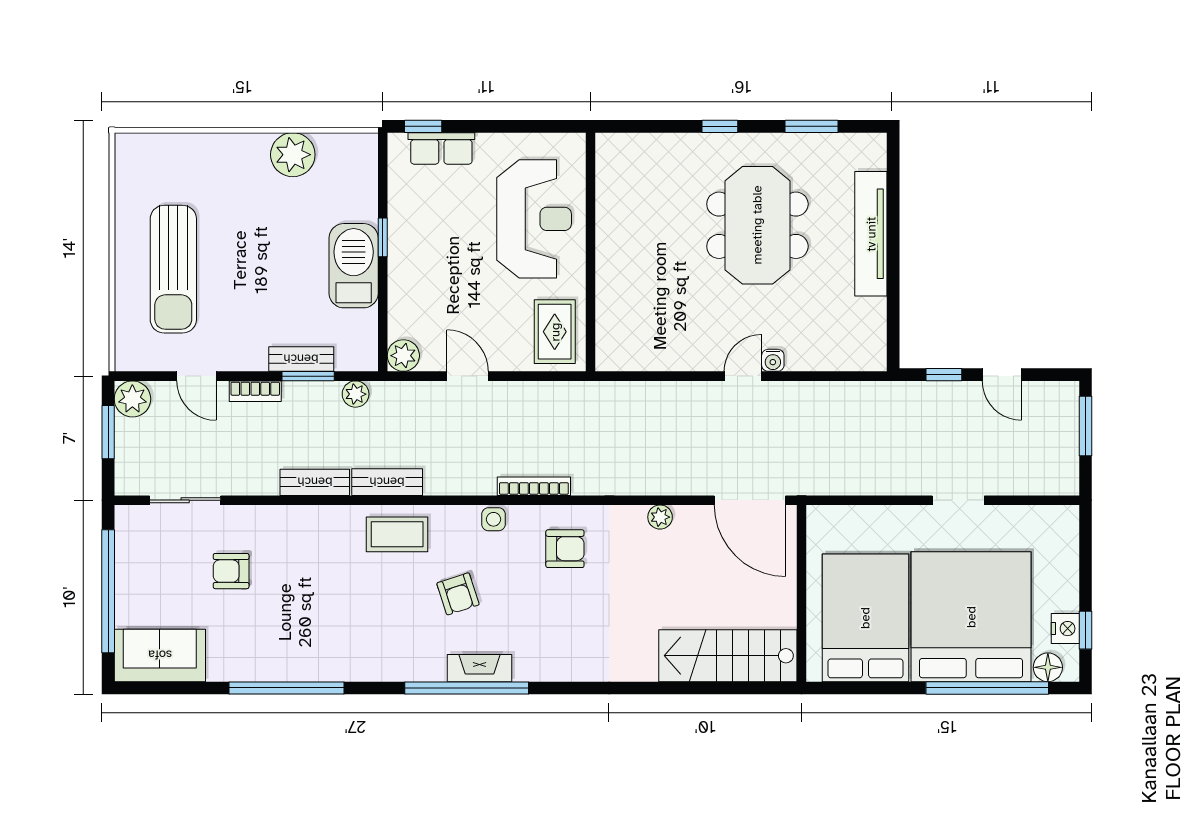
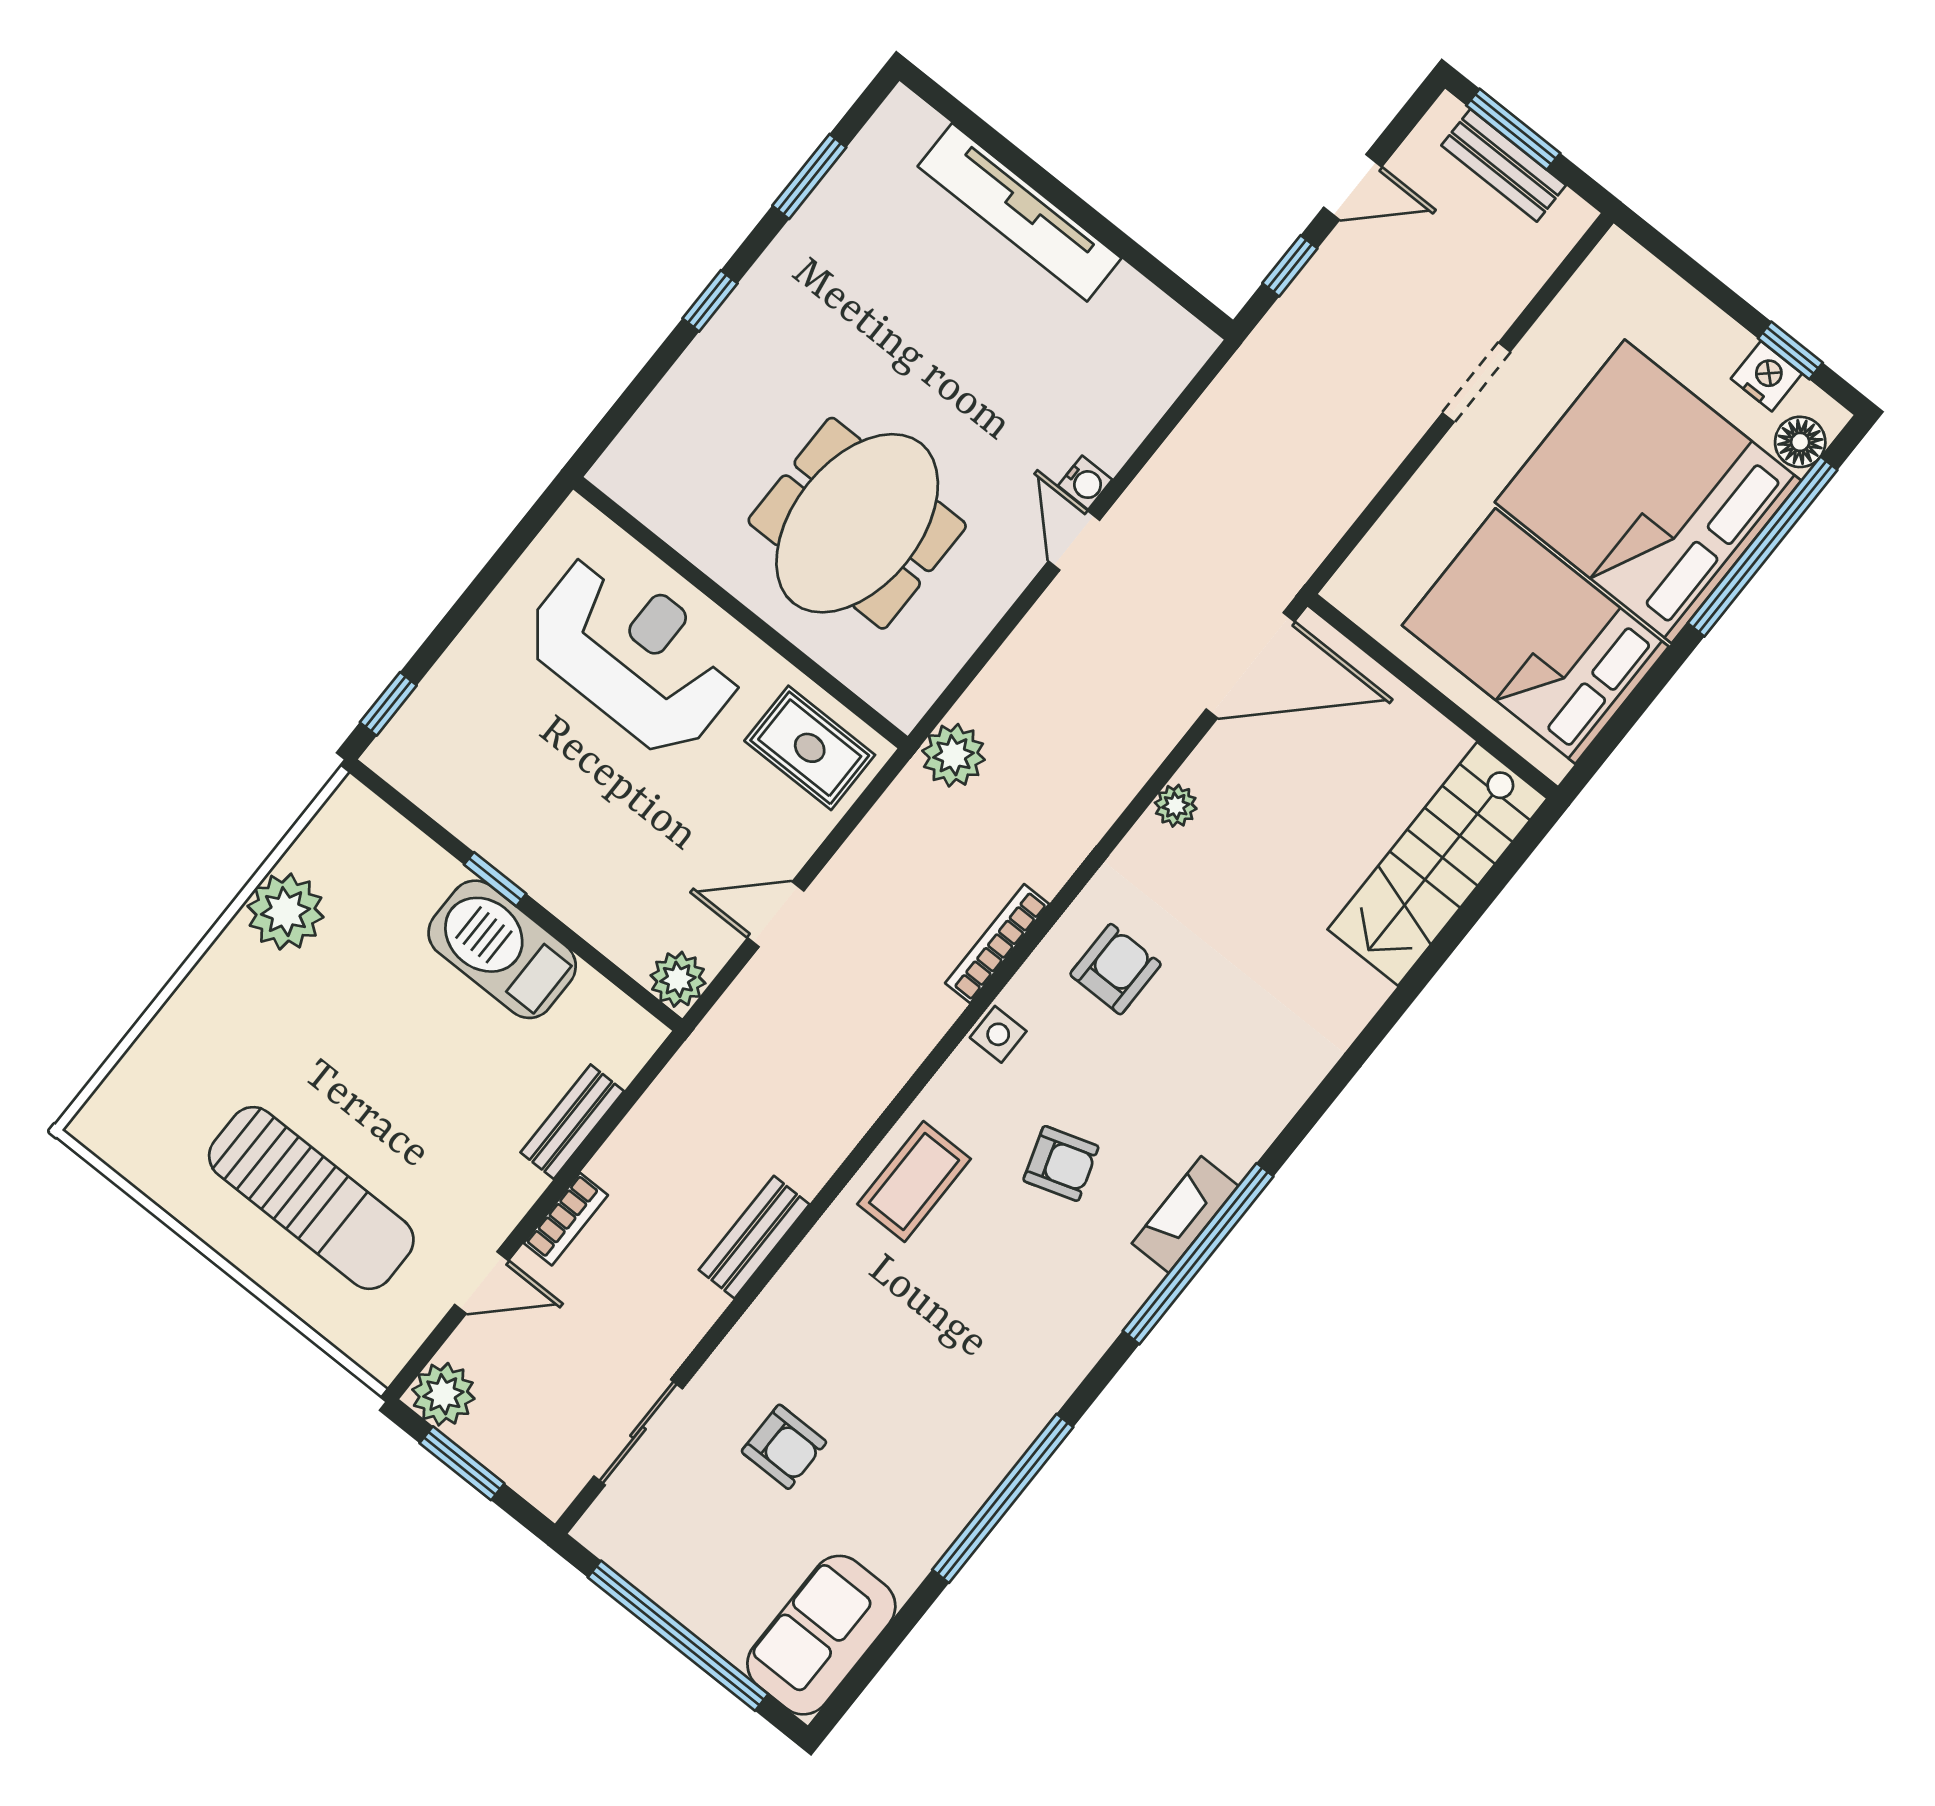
row of seats: (441, 148) -> (438, 703), removed
meeting table: (757, 225) -> (857, 523), moved, turned 90
window: (308, 376) -> (603, 1131), removed
plant: (356, 394) -> (954, 755), moved, width x1.38, depth x1.38
bench: (387, 482) -> (1504, 165), moved, turned 90
armchair: (231, 571) -> (784, 1447), turned -90

